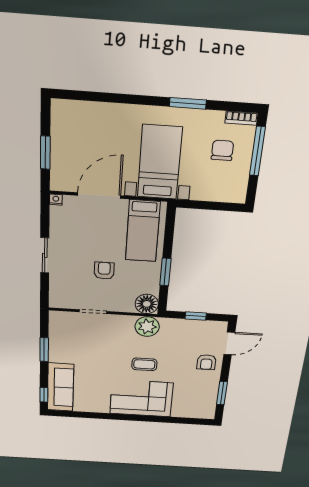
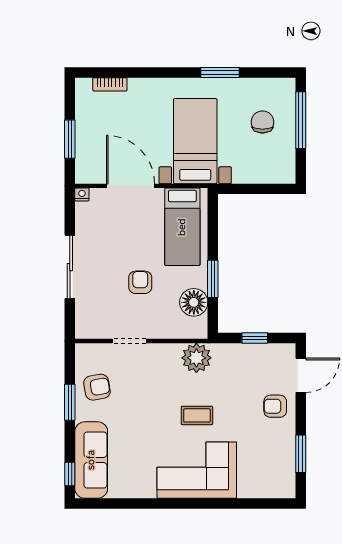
bookcase: (241, 118) -> (110, 84), moved
door: (99, 195) -> (130, 186), hinge flipped
sliding door: (45, 255) -> (70, 267), width x1.37
floor lamp: (147, 304) -> (194, 302), moved
armchair: (66, 341) -> (97, 387), added
armchair: (206, 362) -> (275, 406), turned 90

